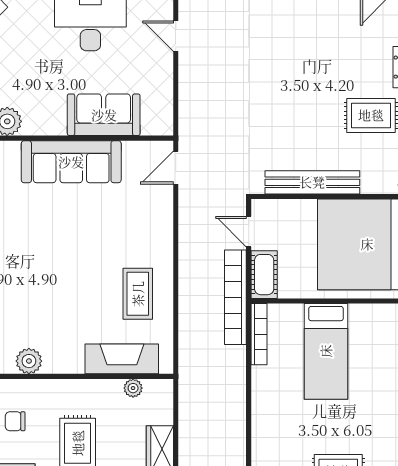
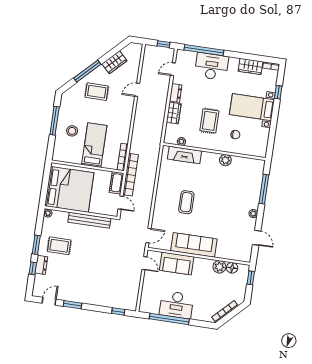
door: (176, 36) -> (144, 263), moved
coffee table: (138, 294) -> (186, 202), moved
stool: (380, 376) -> (72, 131), added

